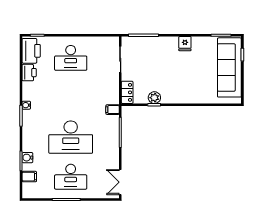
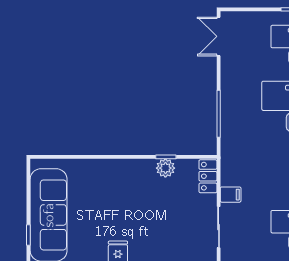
filing cabinet: (113, 110) -> (231, 195), moved
double door: (120, 182) -> (219, 36), swing flipped

